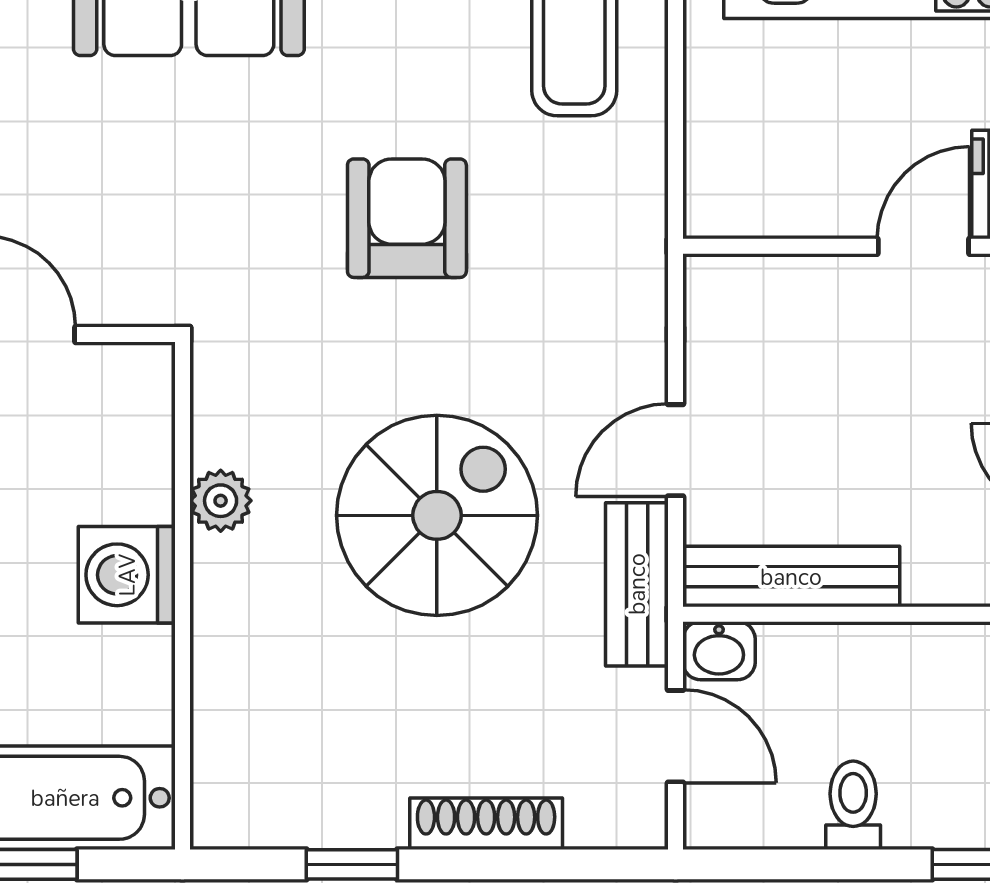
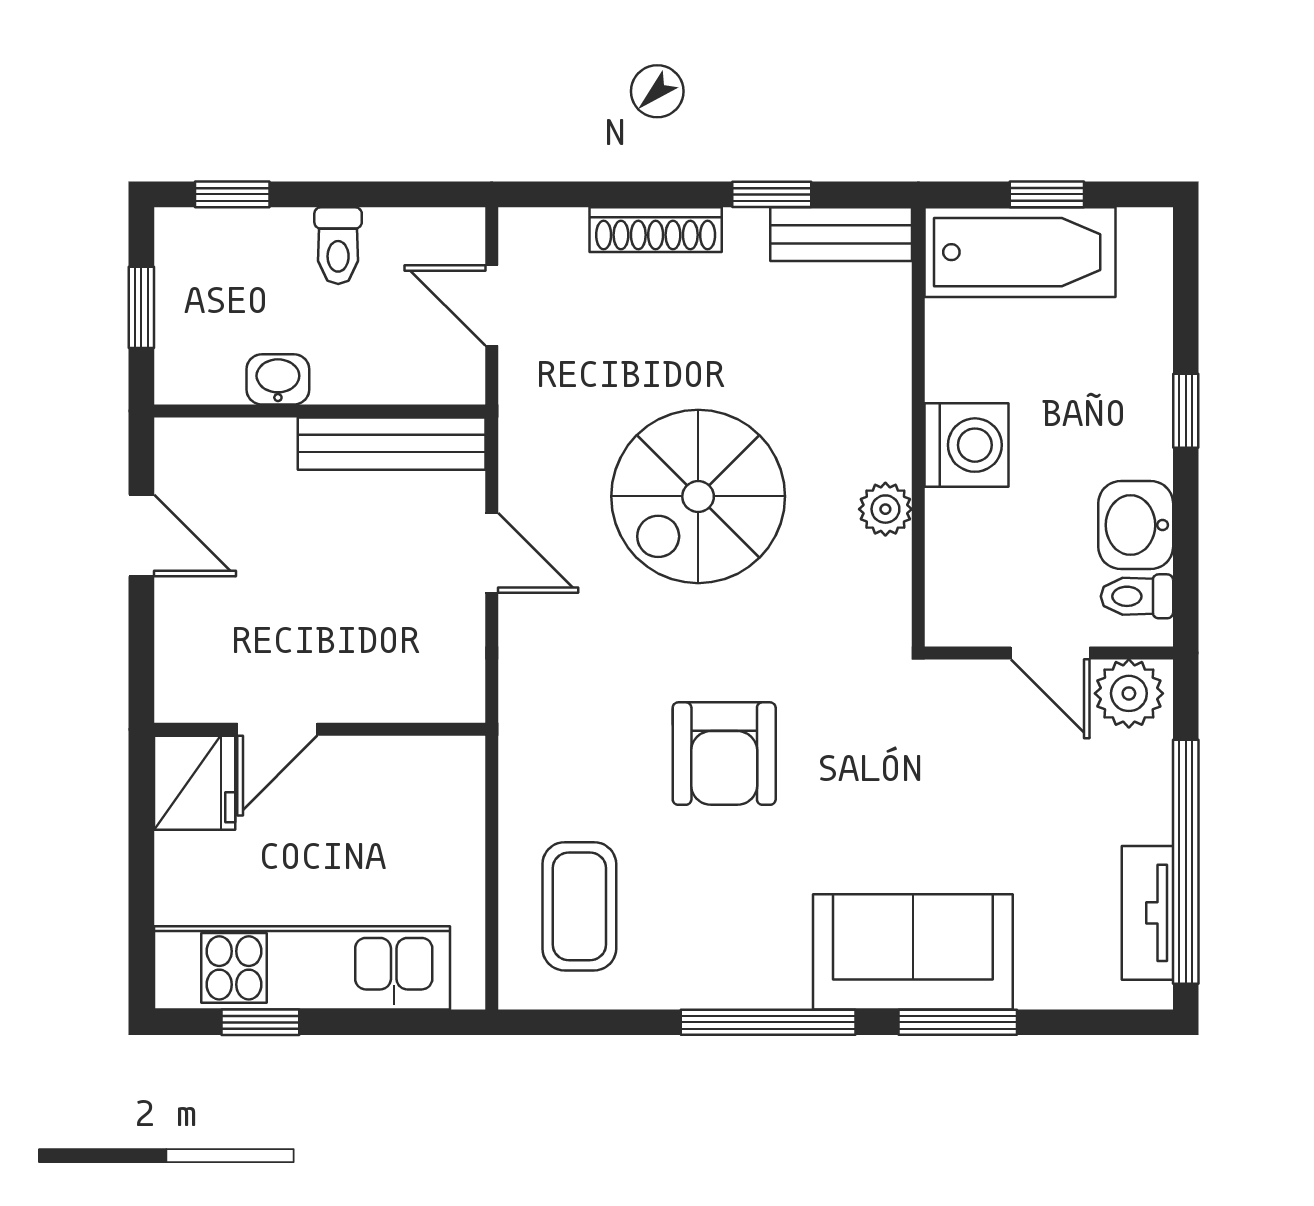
door: (676, 450) -> (492, 553), hinge flipped
bench: (637, 584) -> (841, 234), moved, turned 90
washbasin: (719, 651) -> (278, 379), moved

